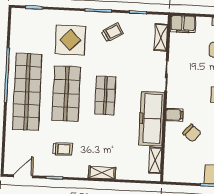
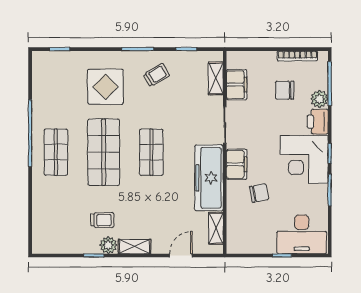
filing cabinet: (183, 24) -> (237, 85), moved, turned -90
shop shelf: (27, 92) -> (56, 152), width x0.50, depth x0.74
filing cabinet: (174, 115) -> (237, 164), width x2.00
chair: (192, 133) -> (259, 193), turned -50
plant: (66, 170) -> (108, 245), added
shelving: (102, 173) -> (134, 247), moved
door: (23, 176) -> (181, 255), moved

